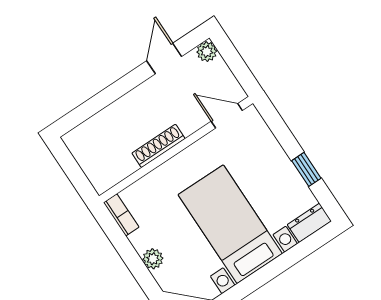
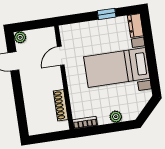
door: (227, 116) -> (61, 56), moved
shoe rack: (159, 146) -> (61, 105), moved

